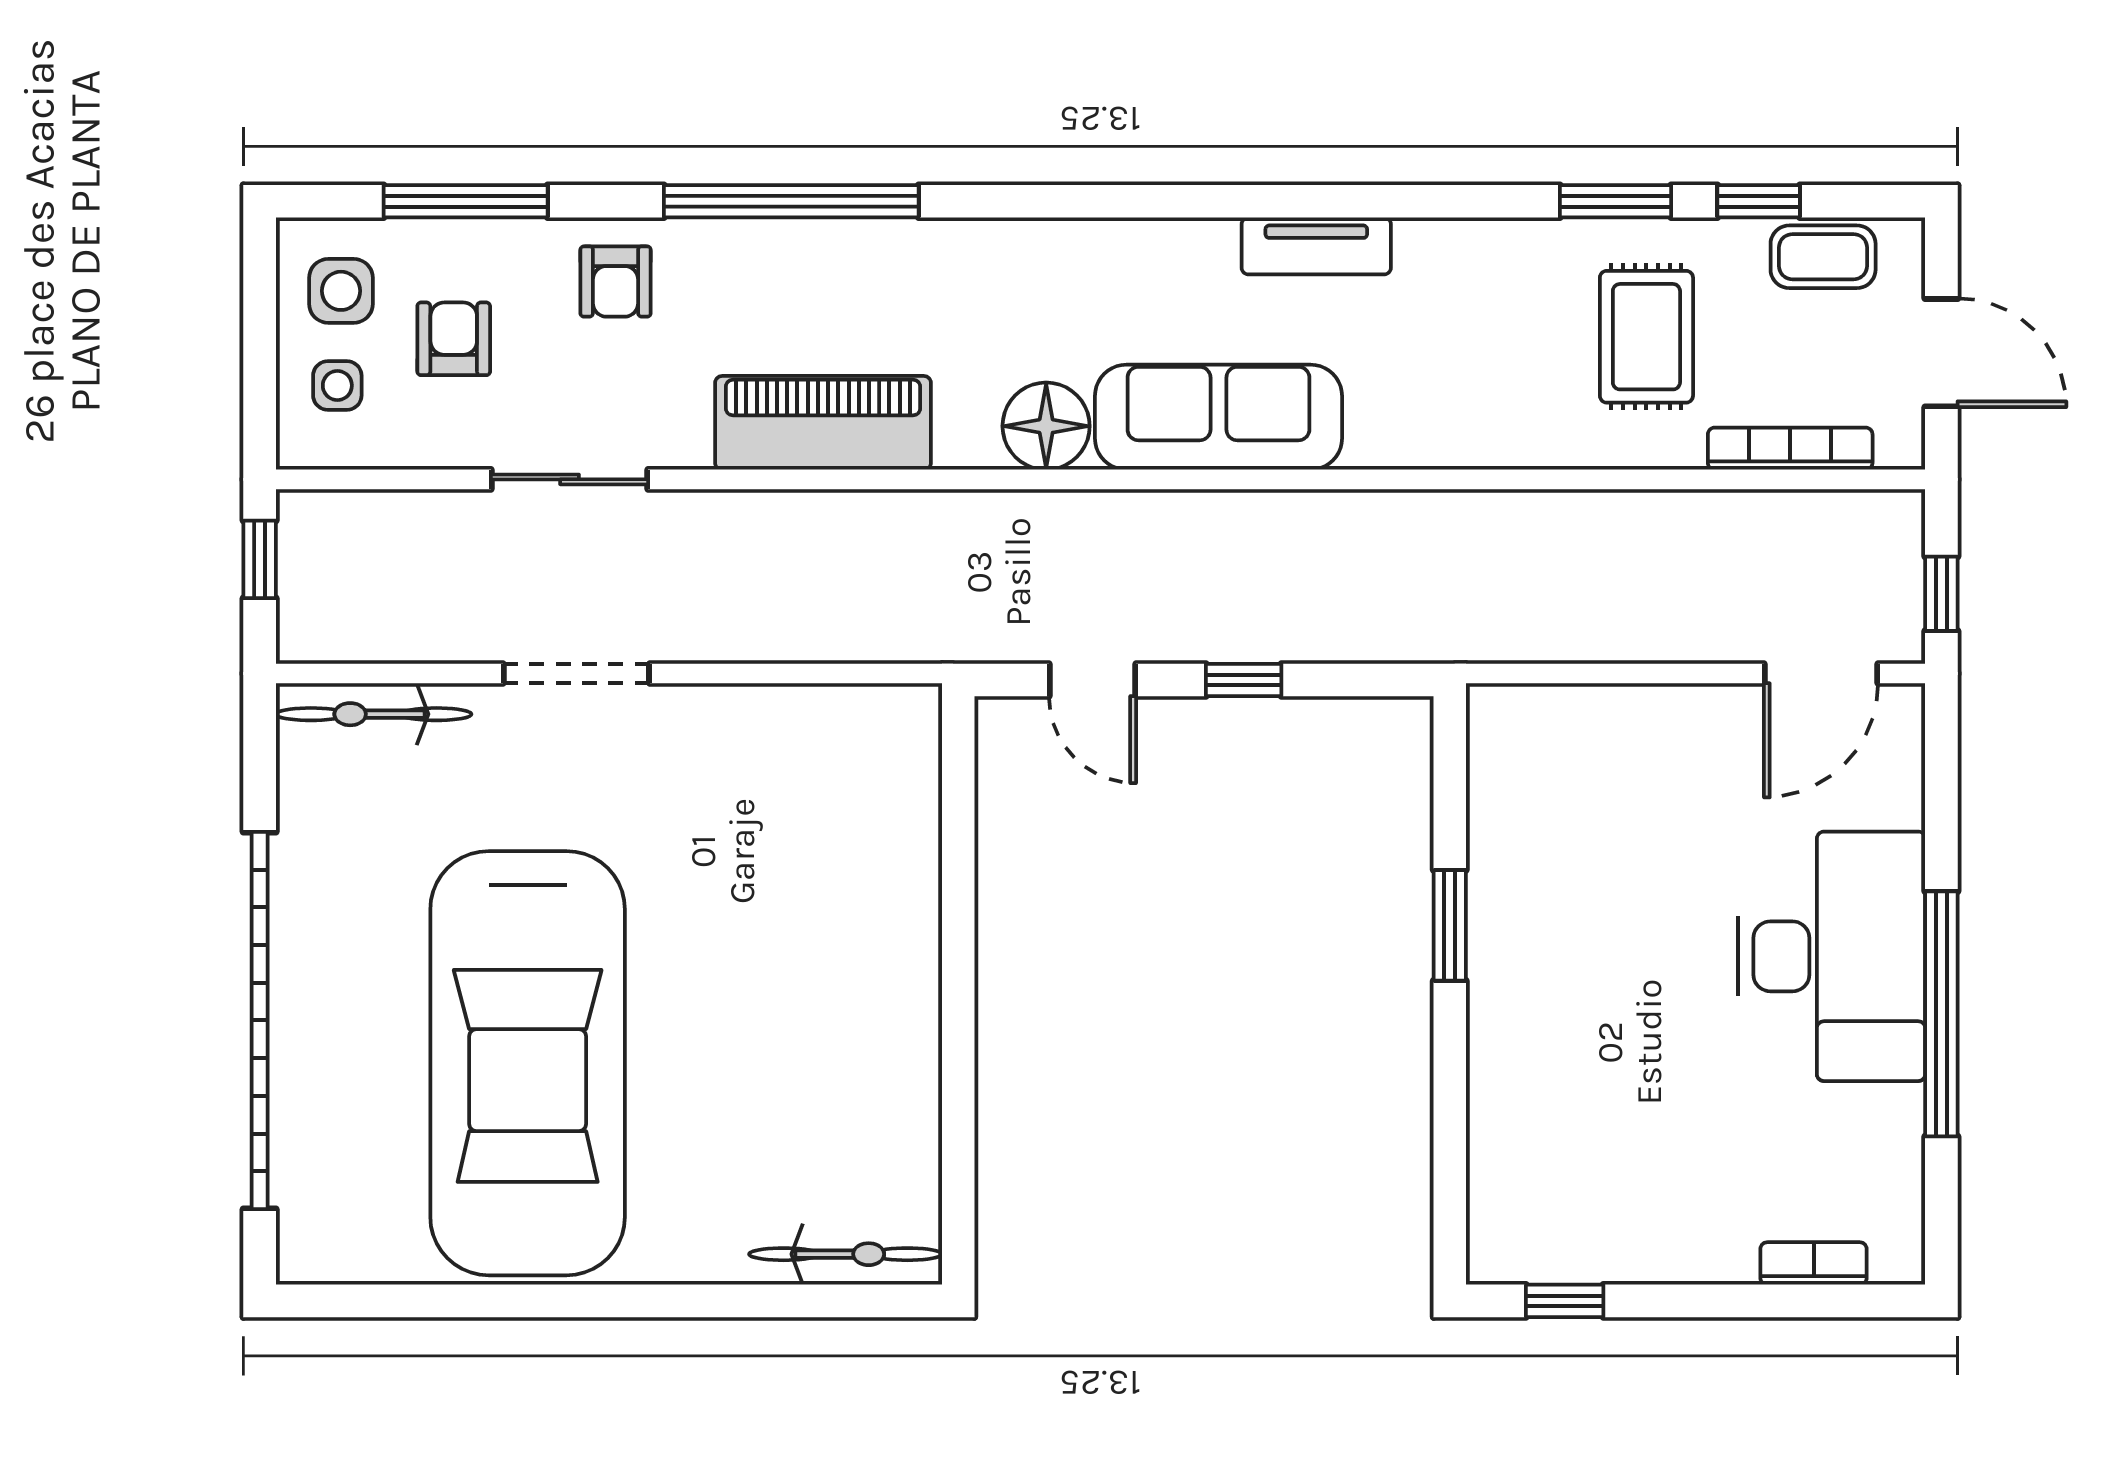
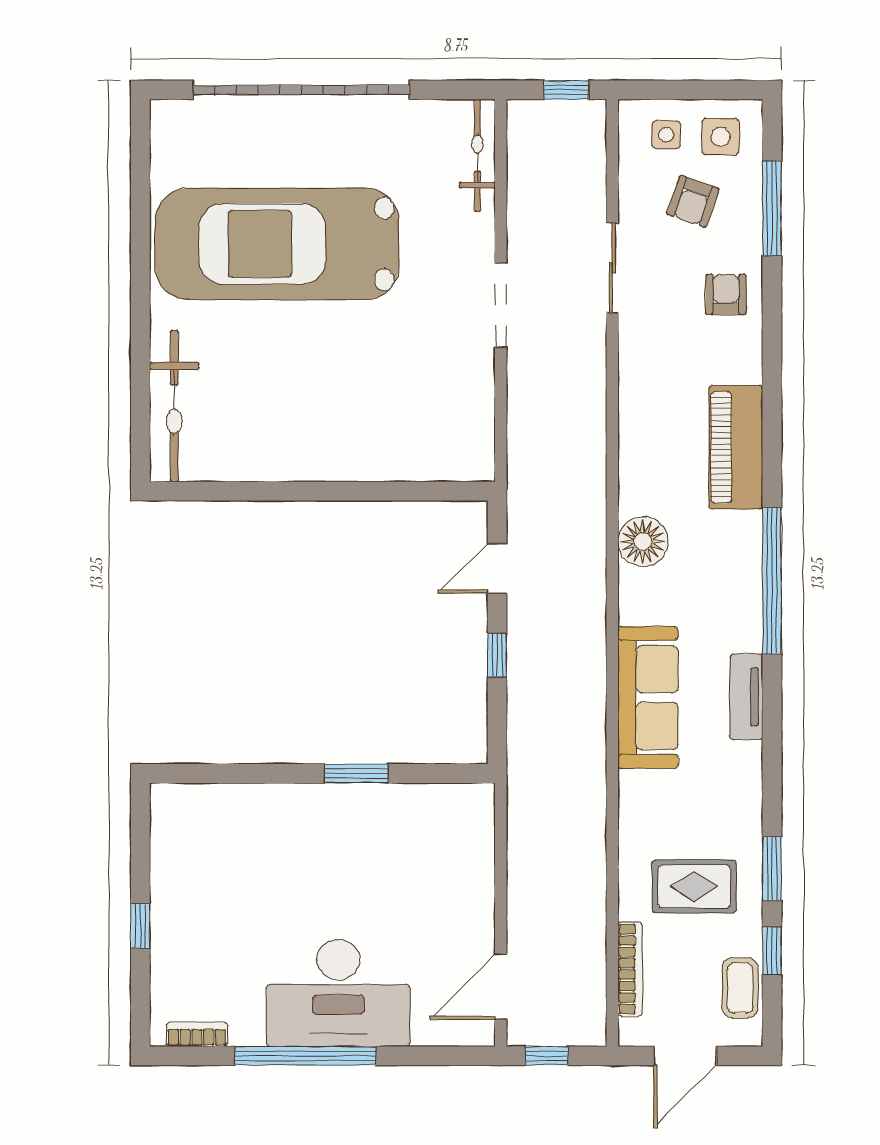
window: (791, 201) -> (772, 581), moved
armchair: (616, 281) -> (726, 294), turned 90
armchair: (454, 339) -> (693, 201), turned 109
sofa: (1218, 417) -> (648, 697), moved
piano: (823, 423) -> (736, 447), moved, turned 180
doorway: (576, 673) -> (501, 305), moved
door: (1821, 673) -> (501, 987), hinge flipped
bicycle: (845, 1254) -> (174, 406), width x1.37, depth x1.40
bookcase: (1814, 1263) -> (197, 1034), moved, turned -90
window: (1565, 1301) -> (140, 926), moved

